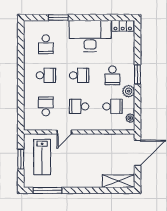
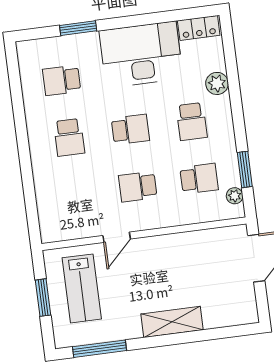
school desk: (46, 44) -> (62, 80), turned 90
window: (138, 74) -> (245, 169), moved
school desk: (46, 75) -> (69, 137), turned 90
plant: (129, 91) -> (217, 83), moved
school desk: (46, 106) -> (76, 195), removed
shelving: (119, 181) -> (172, 322), moved

